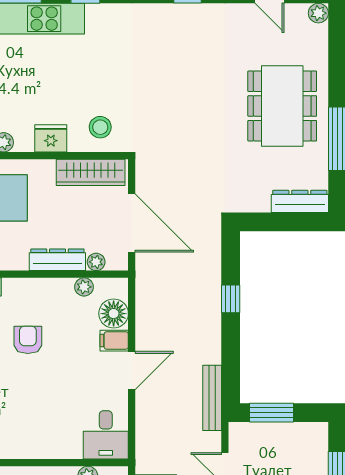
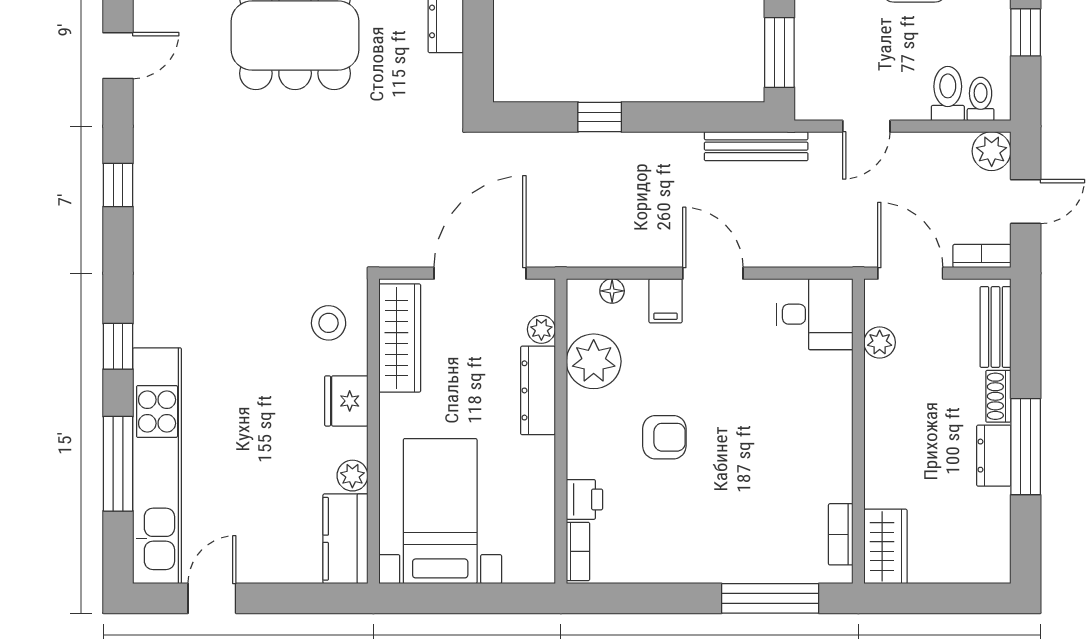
plant: (84, 287) -> (594, 361), width x1.88, depth x1.88
floor lamp: (114, 314) -> (612, 291), width x0.53, depth x0.53
armchair: (28, 340) -> (664, 437), turned 180

